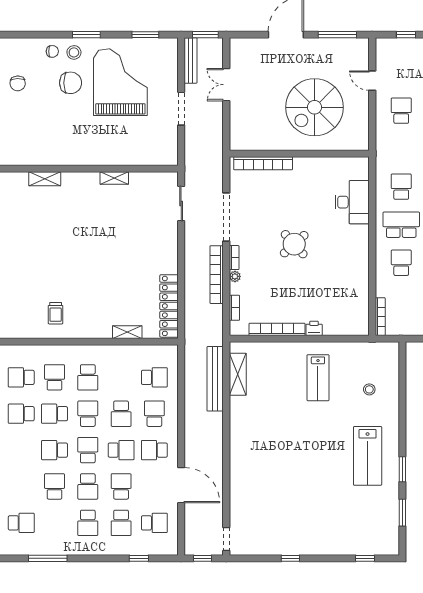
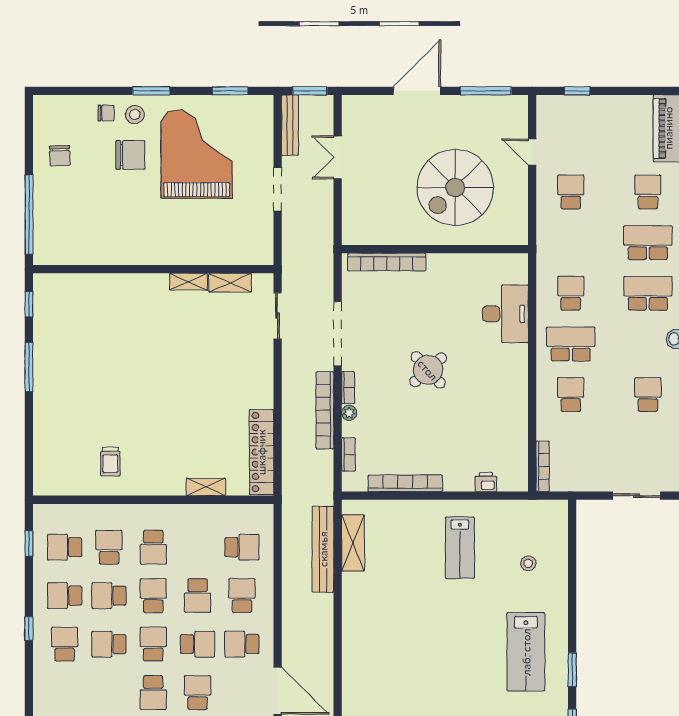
shelving: (45, 179) -> (230, 283), moved
printer: (314, 328) -> (486, 482), moved
school desk: (55, 486) -> (65, 644), moved

